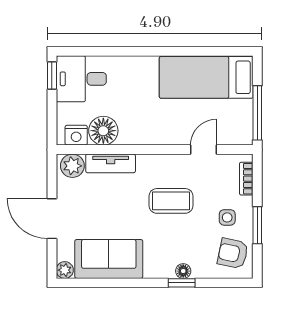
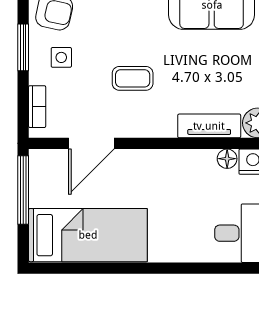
floor lamp: (103, 131) -> (227, 159), width x0.53, depth x0.53
door: (204, 150) -> (91, 143), width x1.38
coffee table: (171, 201) -> (133, 78), width x0.73, depth x0.77

